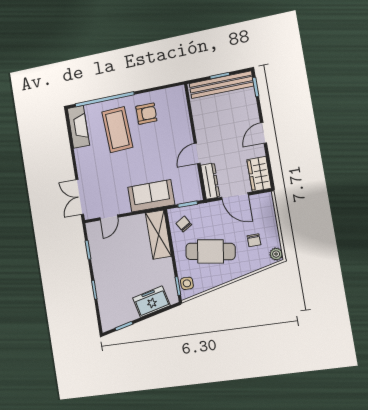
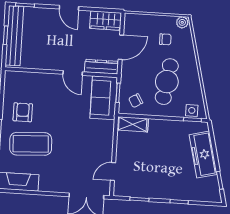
sofa: (151, 196) -> (104, 98), moved
door: (109, 218) -> (113, 172), swing flipped
shelving: (158, 235) -> (133, 124), width x0.67, depth x0.75
freezer: (151, 302) -> (203, 155), width x1.40

